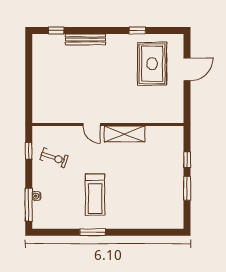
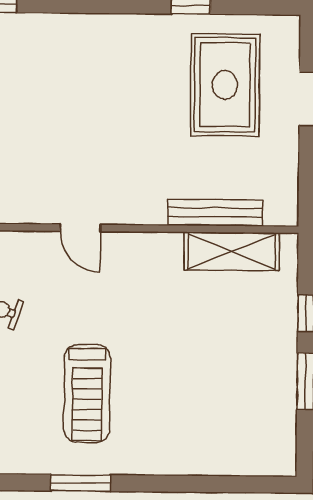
bench: (85, 39) -> (215, 213), moved
shelving: (125, 134) -> (232, 251), moved

